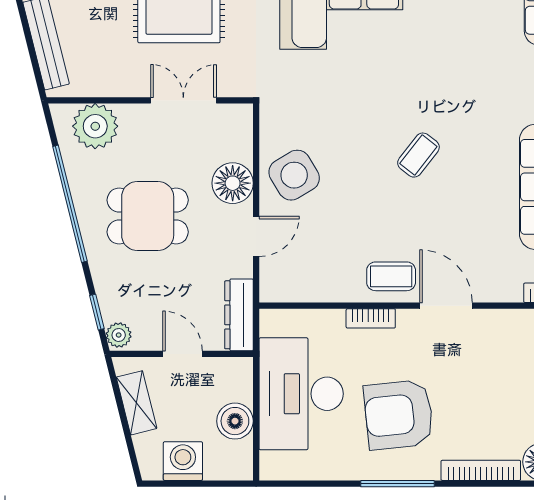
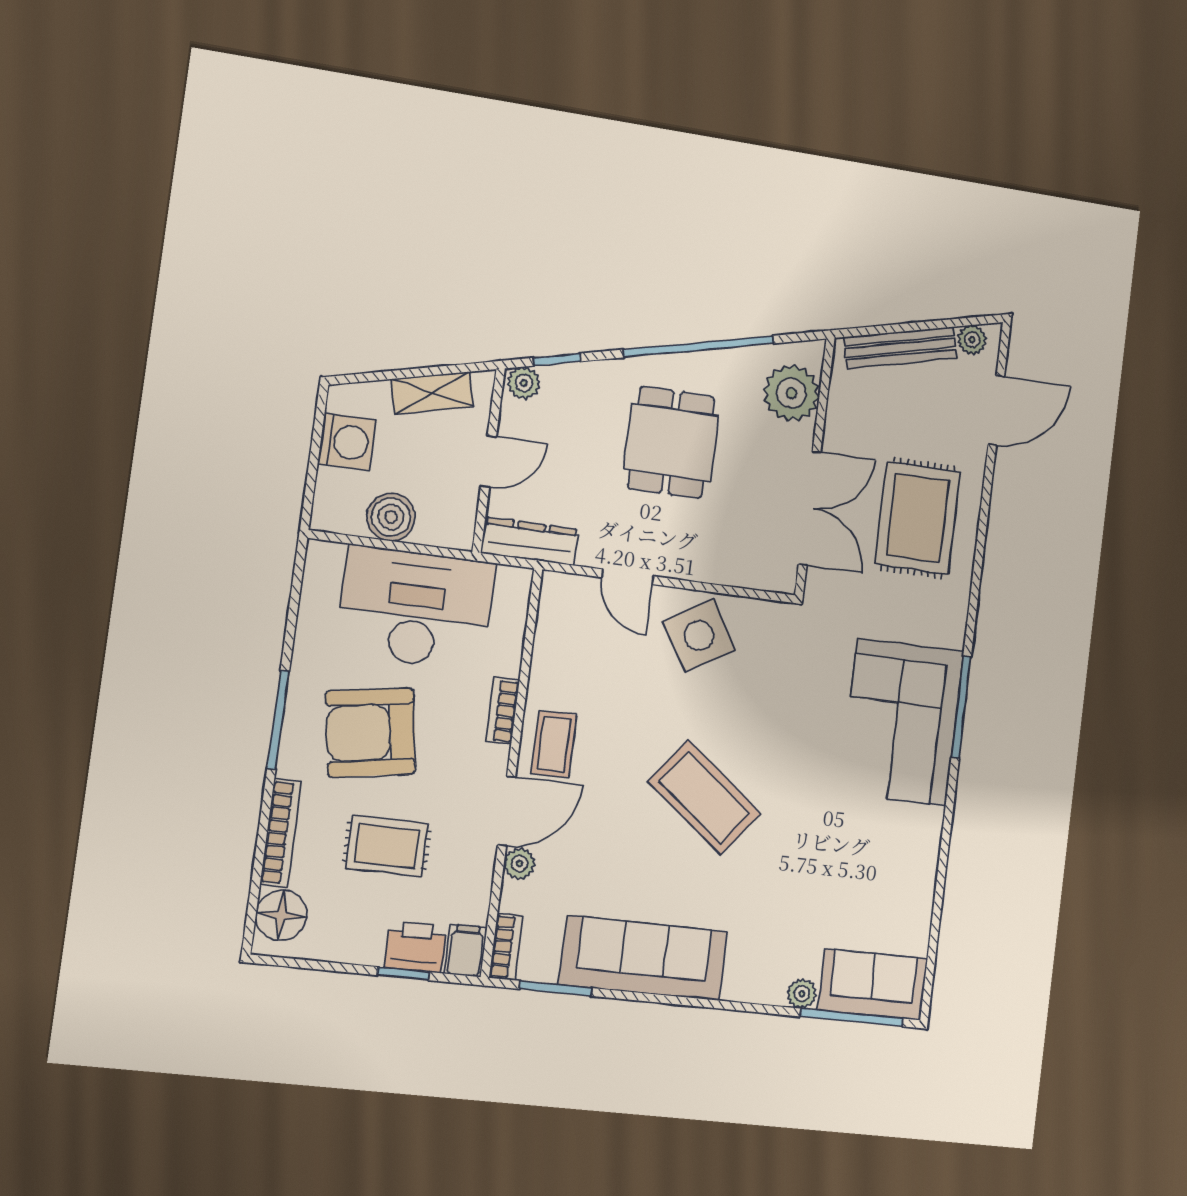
double door: (183, 100) -> (810, 508), width x1.37
coffee table: (418, 155) -> (704, 798), width x1.86, depth x1.72
floor lamp: (233, 183) -> (699, 556), removed
plant: (484, 291) -> (519, 864), added
rug: (482, 392) -> (387, 846), added
armchair: (399, 415) -> (371, 733), turned -93

